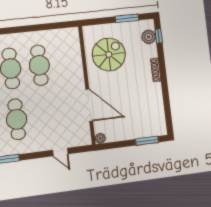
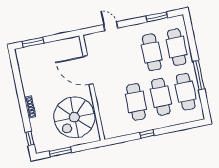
window: (30, 28) -> (147, 134), added
plant: (149, 37) -> (39, 137), removed
spiral stairs: (109, 55) -> (74, 117), width x1.37, depth x1.37
plant: (100, 138) -> (76, 41), removed

